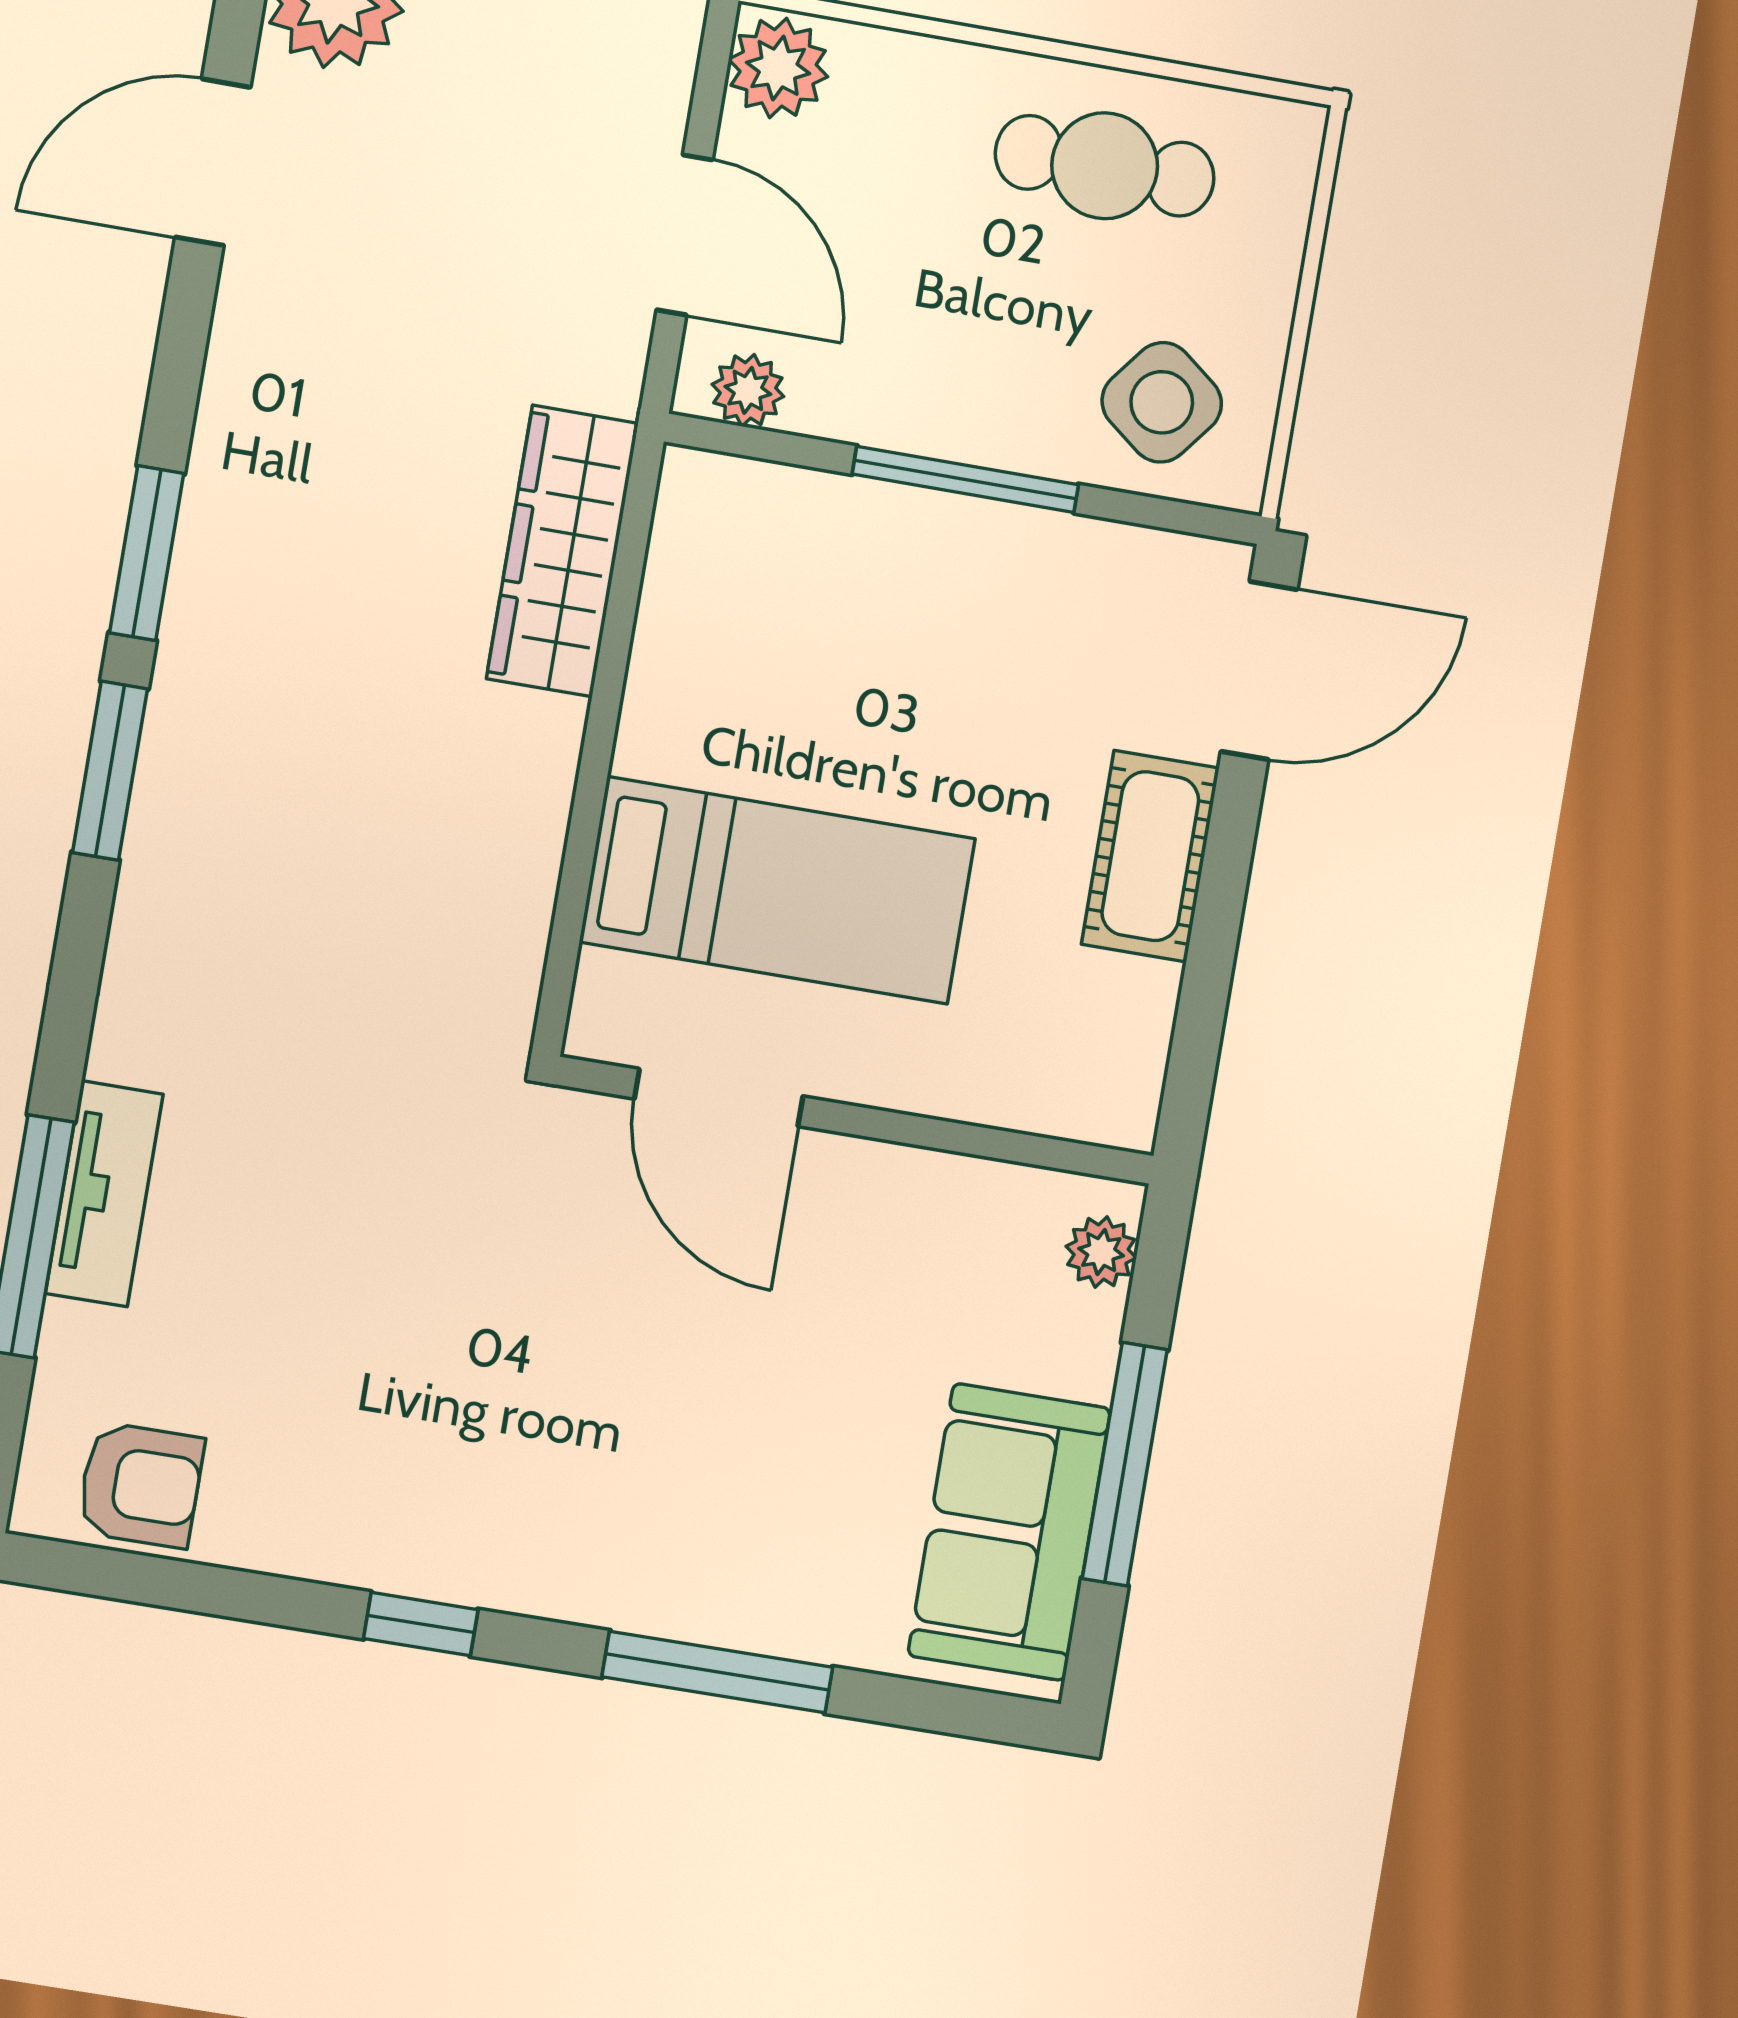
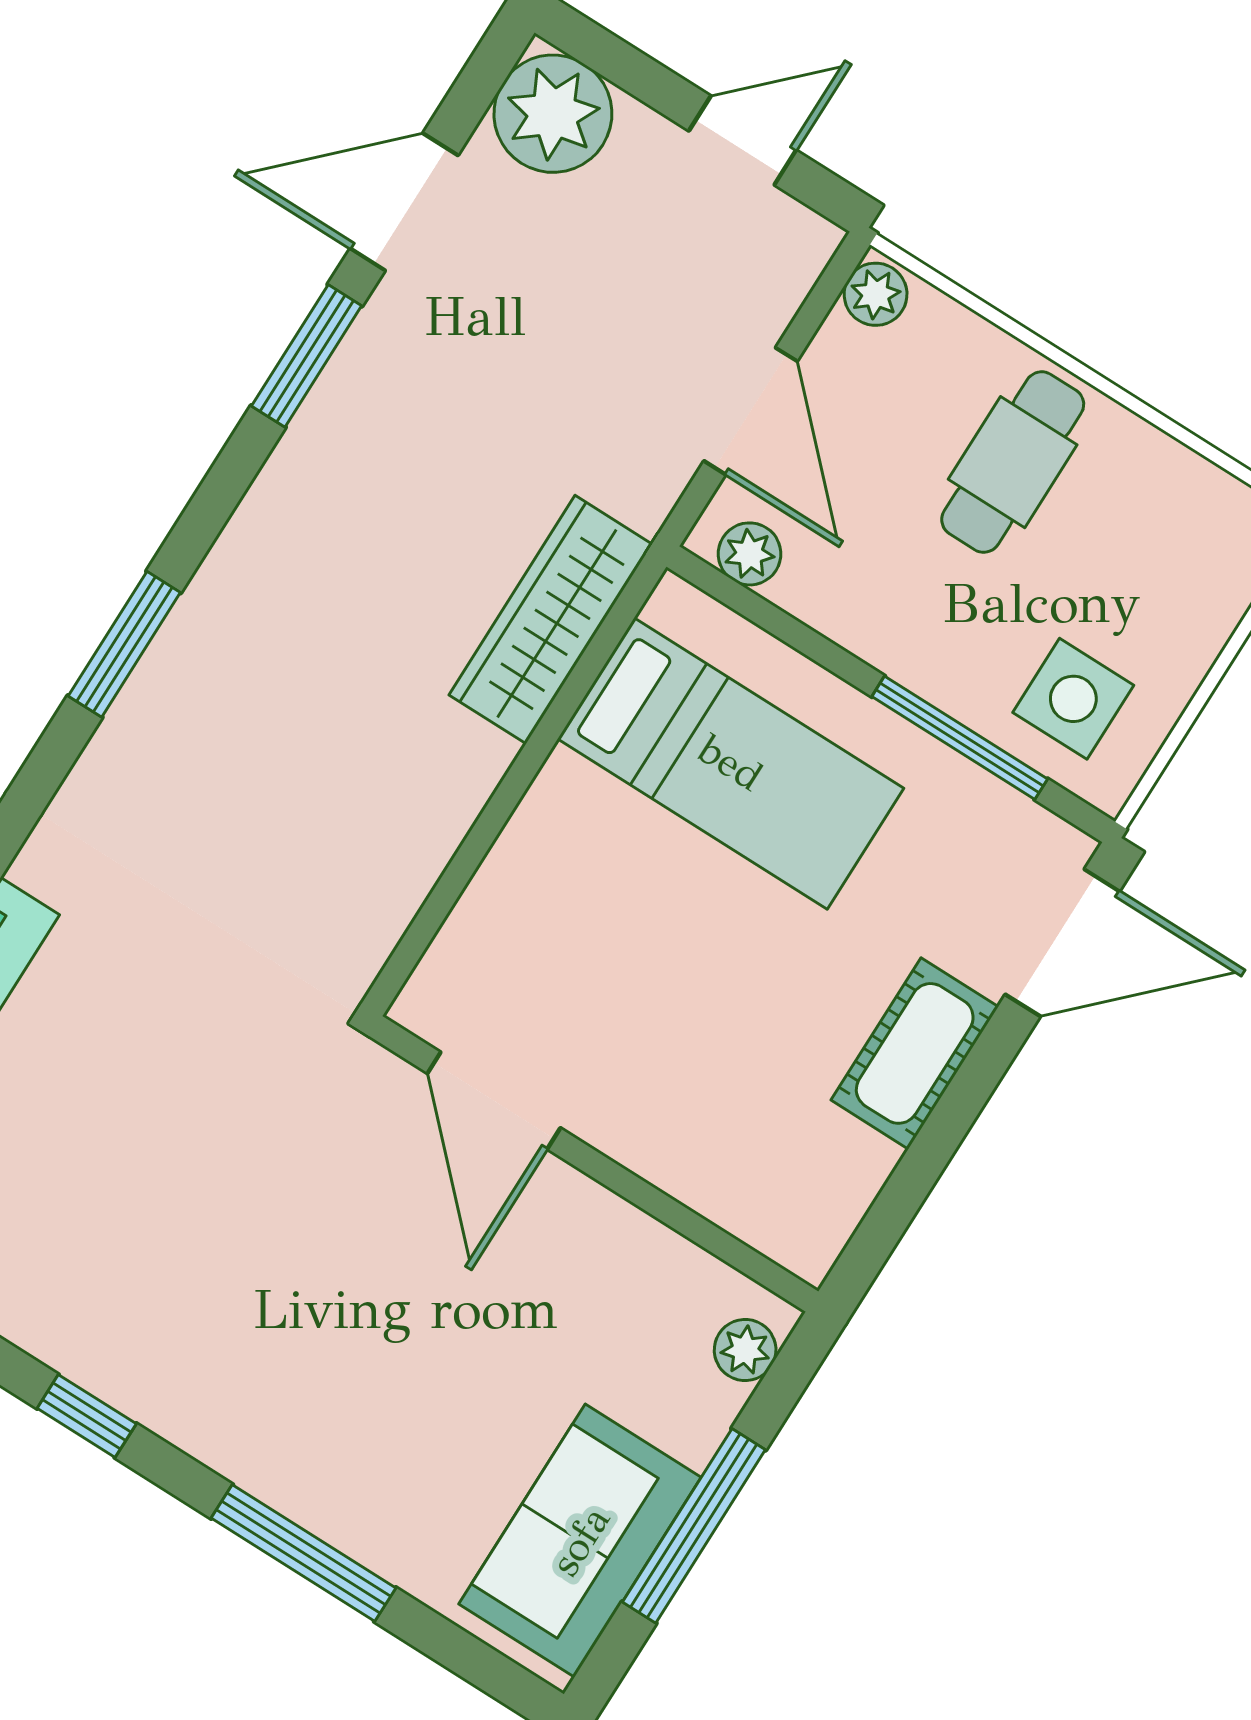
plant: (778, 68) -> (876, 294), width x0.73, depth x0.73
cafe table: (1105, 166) -> (1013, 462), moved, turned 90
side table: (1162, 402) -> (1073, 699), turned -38
window: (965, 479) -> (960, 738), moved
window: (147, 553) -> (307, 356), moved
bed: (777, 890) -> (731, 763), moved

